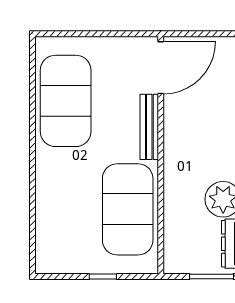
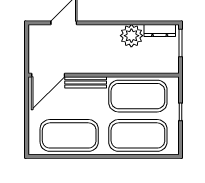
door: (161, 68) -> (48, 75), swing flipped
exercise mat: (66, 209) -> (138, 135), added

